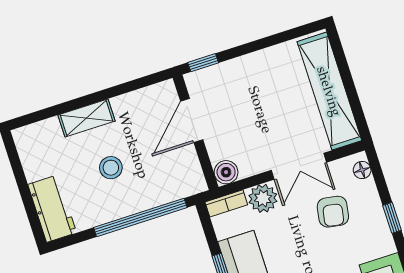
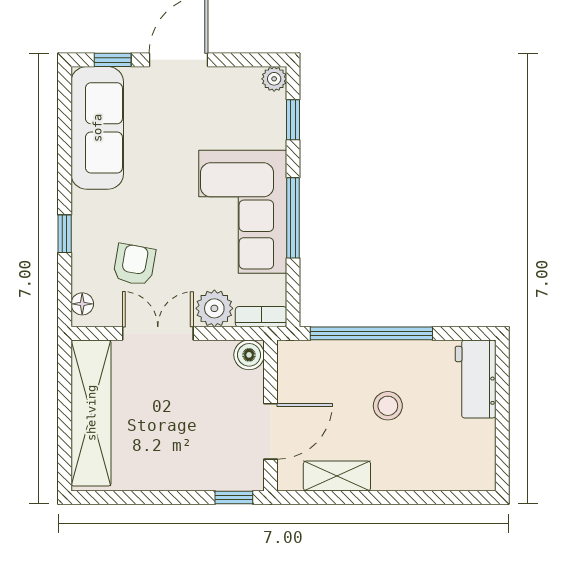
shelving: (86, 118) -> (337, 476), moved

